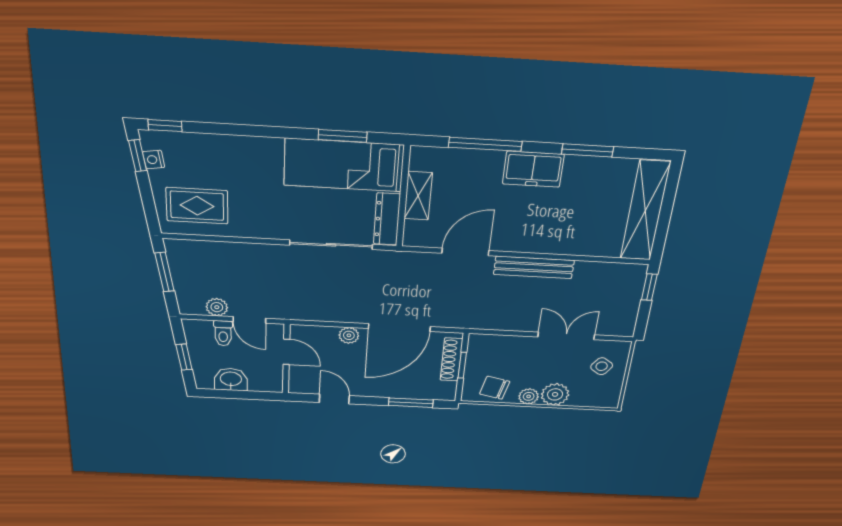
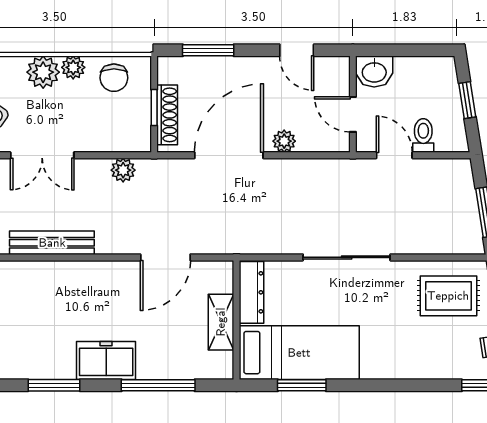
sliding door: (331, 245) -> (347, 257), moved
bench: (534, 267) -> (52, 243), moved
plant: (217, 307) -> (123, 170), moved
washbasin: (231, 379) -> (374, 72), moved
chair: (495, 388) -> (114, 78), turned 77

